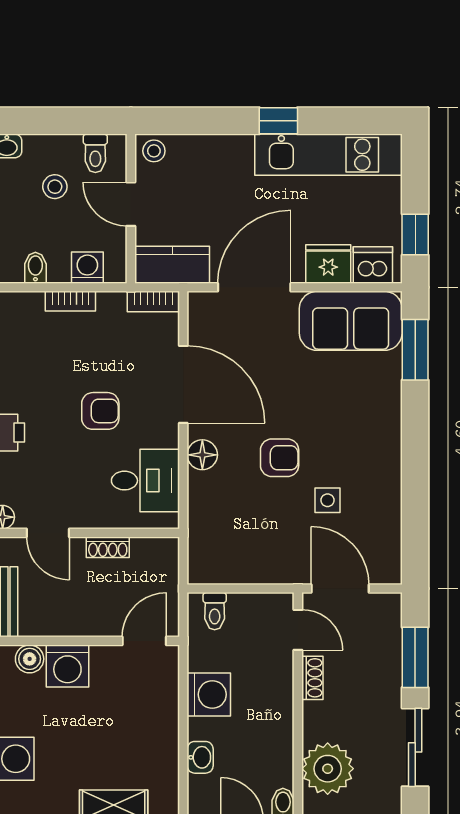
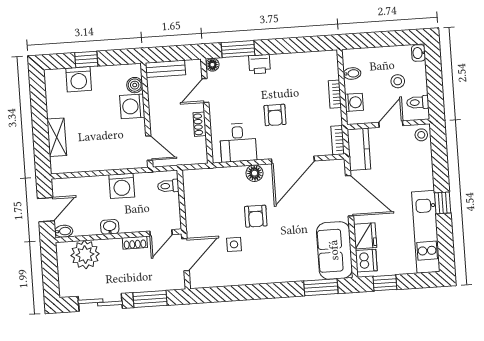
washbasin: (200, 757) -> (110, 227), moved, turned 180

